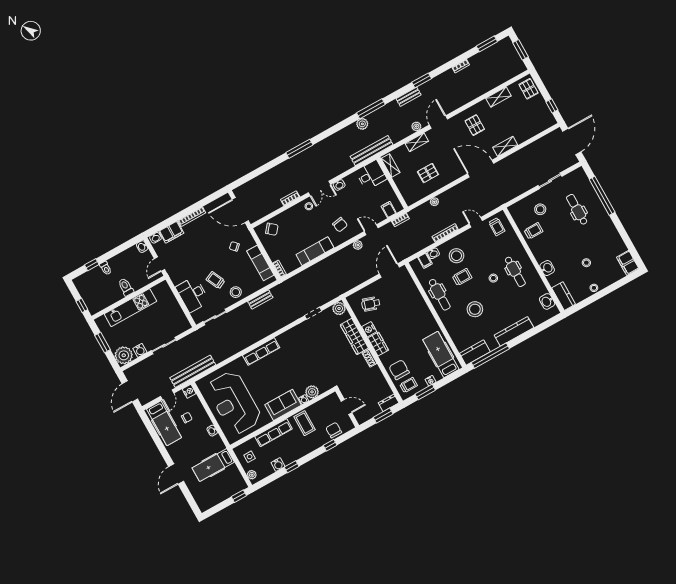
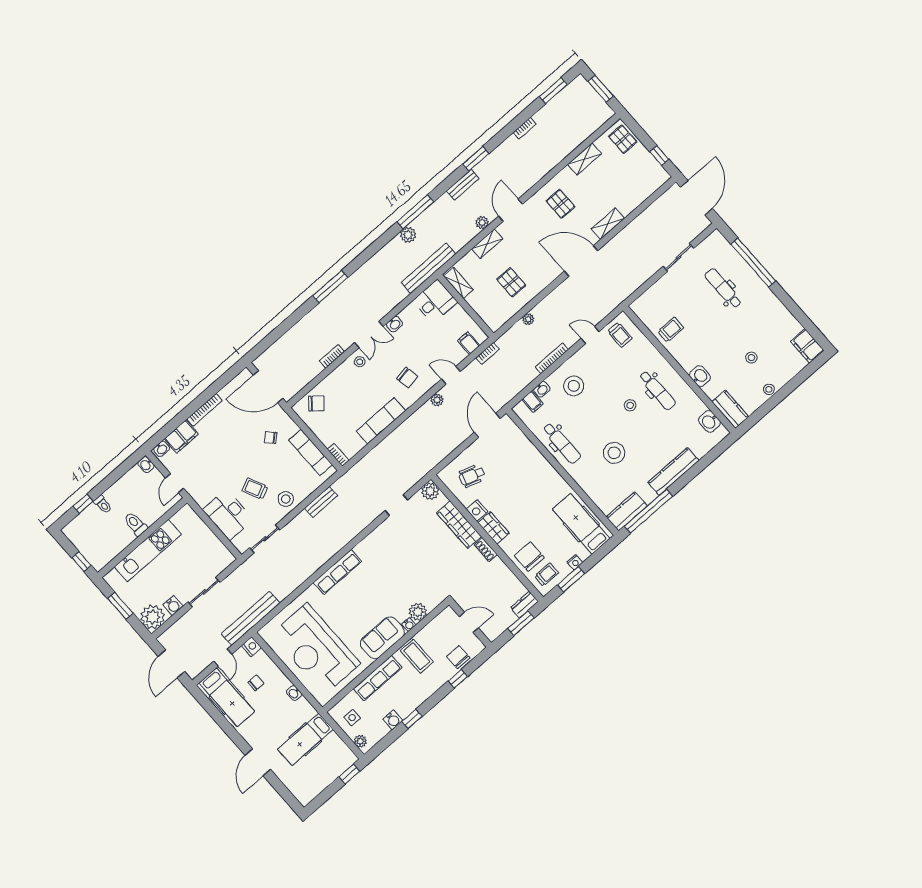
pallet: (428, 173) -> (511, 282), turned 90
stool: (540, 209) -> (674, 299), removed
trolley: (462, 277) -> (587, 413), removed

